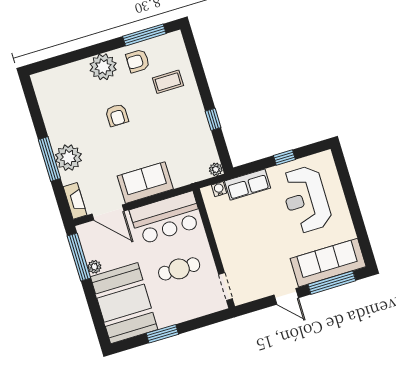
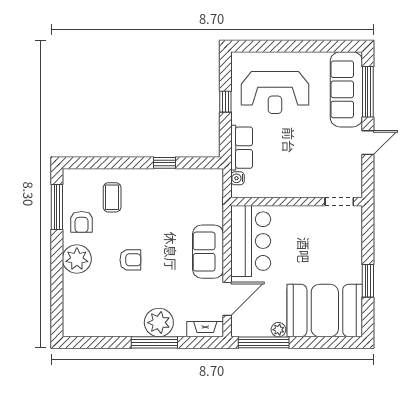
plant: (216, 169) -> (216, 175), removed
cafe table: (179, 269) -> (307, 244), removed

